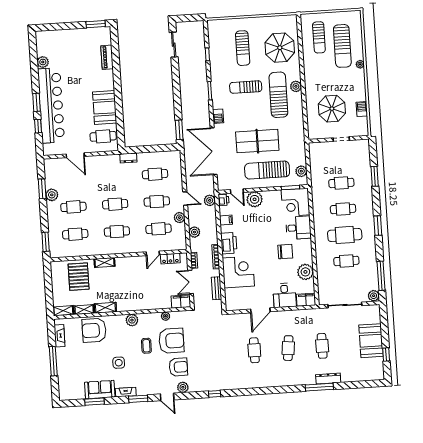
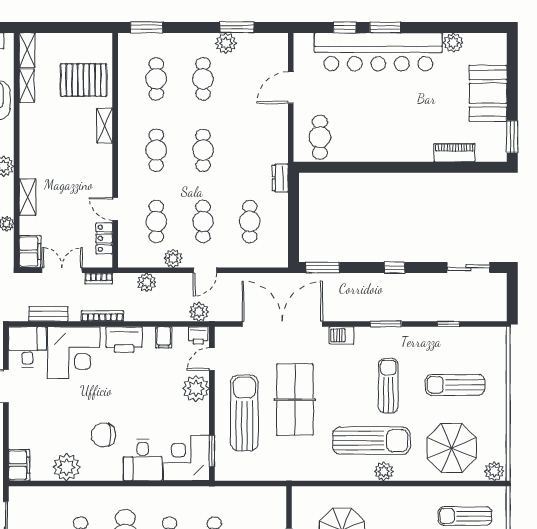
window: (176, 88) -> (394, 268), added
booth: (105, 108) -> (488, 93), moved, turned 90
plant: (301, 171) -> (494, 471), moved
chair: (285, 252) -> (103, 435), turned 90
desk: (285, 295) -> (27, 347), moved, turned 90
shelving: (105, 308) -> (28, 197), moved

